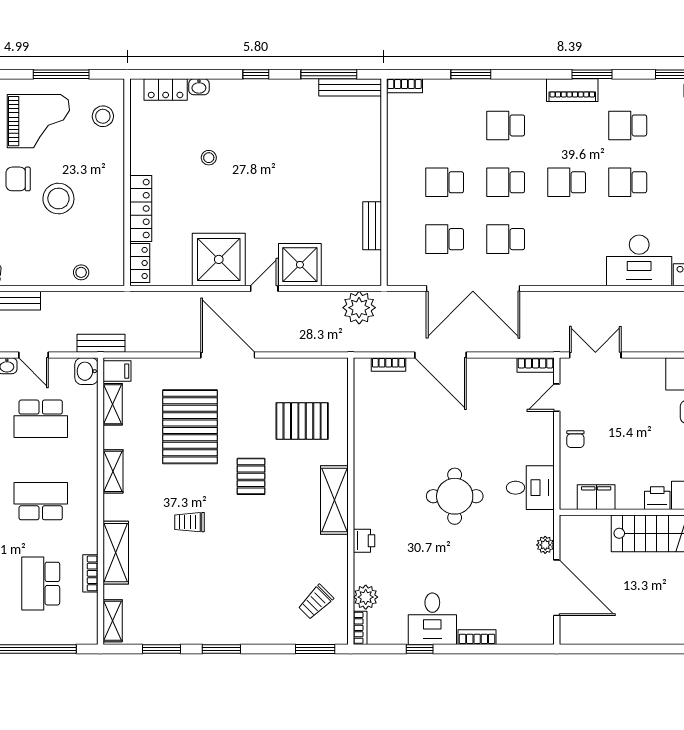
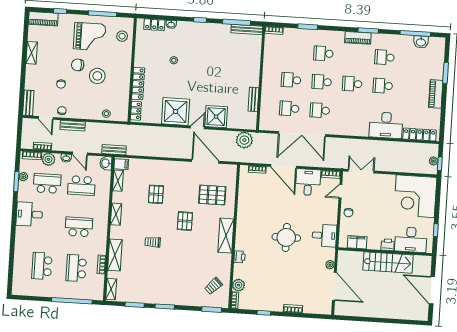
door: (228, 355) -> (205, 161), moved
pallet: (190, 427) -> (156, 194), width x0.49, depth x0.50
desk: (432, 619) -> (308, 182), moved, turned 180

